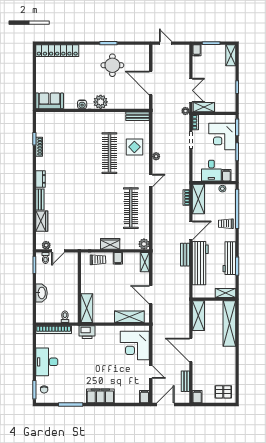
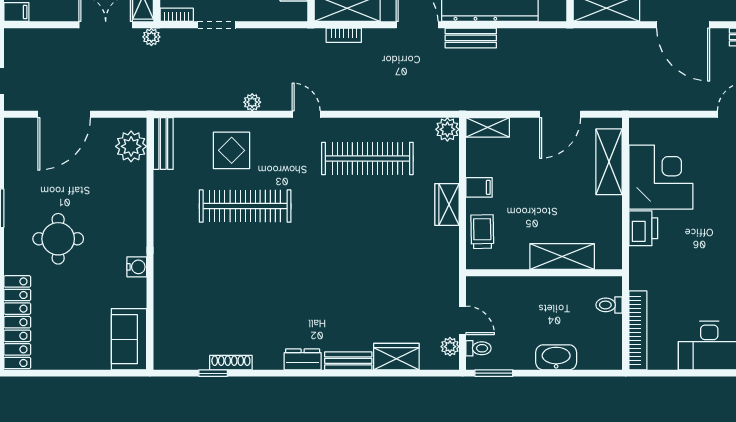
round table: (112, 65) -> (58, 239), moved
door: (151, 83) -> (64, 114), moved
plant: (101, 102) -> (131, 146), moved
shelving: (87, 308) -> (562, 256), moved
printer: (87, 332) -> (643, 228), moved
corner desk: (135, 345) -> (661, 177), moved, turned -90
door: (191, 350) -> (683, 25), hinge flipped

